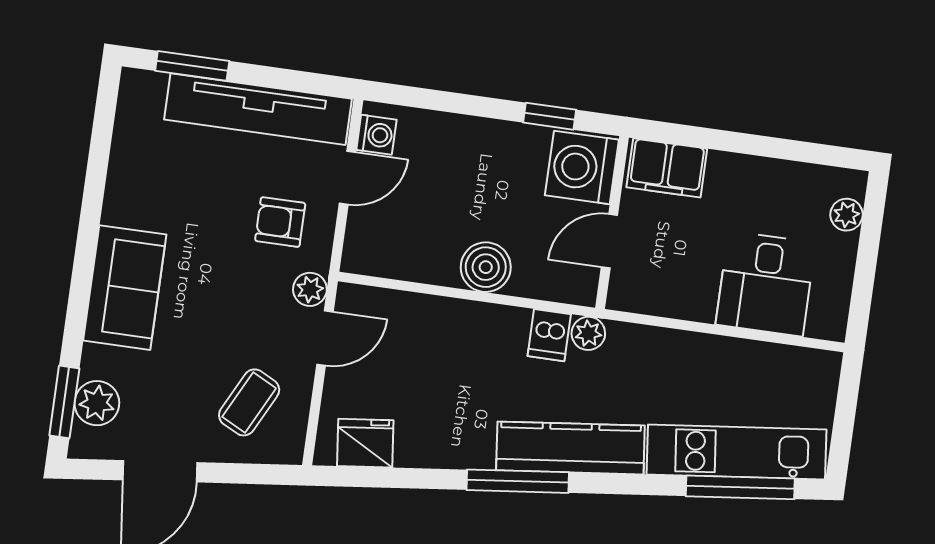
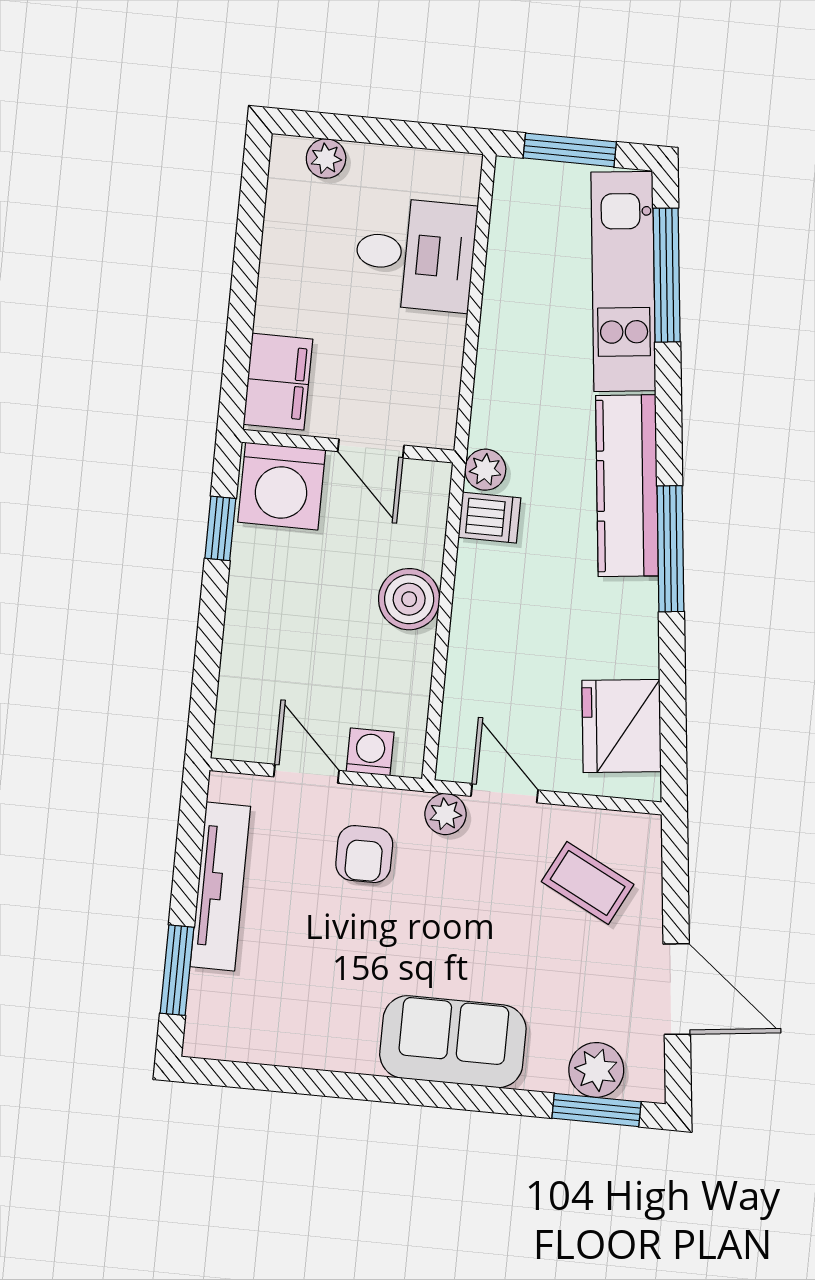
tv unit: (258, 109) -> (220, 886), width x0.73, depth x0.78
washing machine: (376, 135) -> (370, 752), moved
window: (845, 413) -> (570, 150), added
fridge: (365, 443) -> (622, 726), width x1.36, depth x1.34

